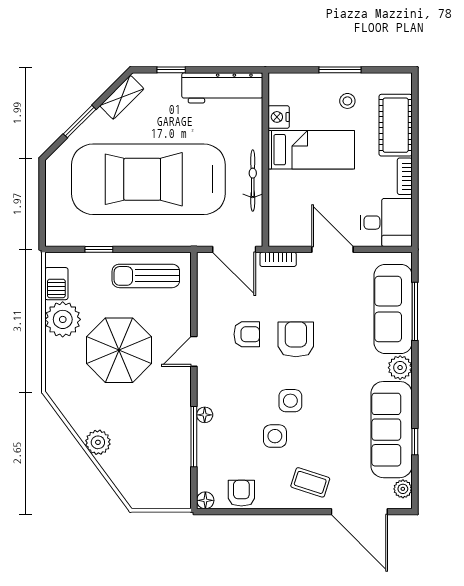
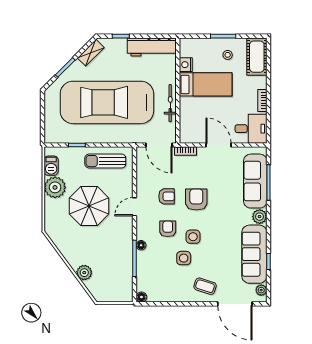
cot: (396, 125) -> (257, 57), moved
plant: (98, 442) -> (84, 273), moved
armchair: (241, 493) -> (168, 229), moved

